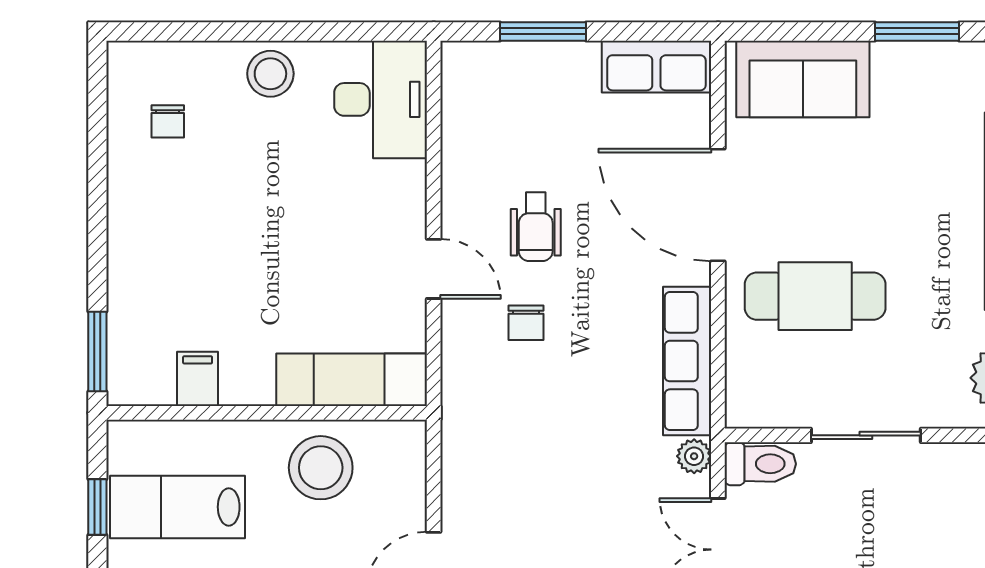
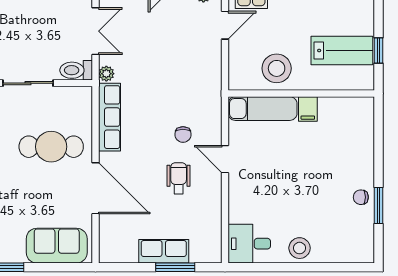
row of seats: (656, 67) -> (164, 251), moved
desk: (381, 99) -> (249, 244), width x0.73
chair: (168, 121) -> (361, 197), moved, turned -90
chair: (526, 323) -> (183, 135), turned 180
window: (97, 352) -> (378, 206), moved
filing cabinet: (198, 379) -> (308, 109), moved

